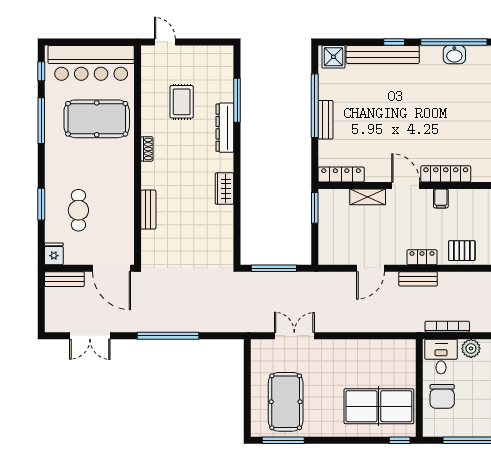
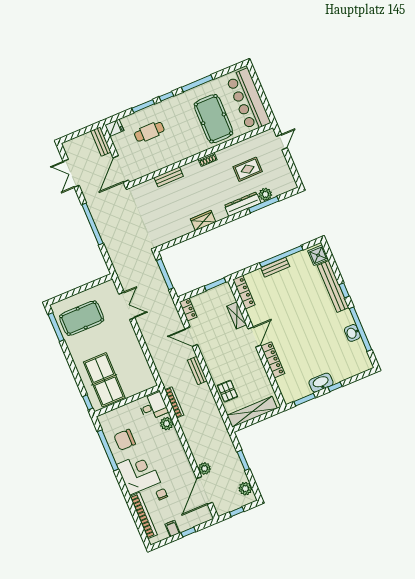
window: (41, 71) -> (166, 96), moved
plant: (224, 92) -> (265, 194), added
filing cabinet: (441, 198) -> (256, 363), removed
locker: (422, 257) -> (188, 309), moved
chair: (442, 396) -> (125, 440), moved

